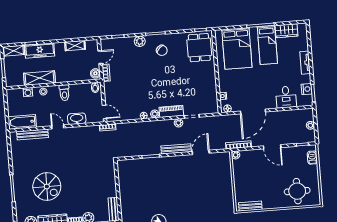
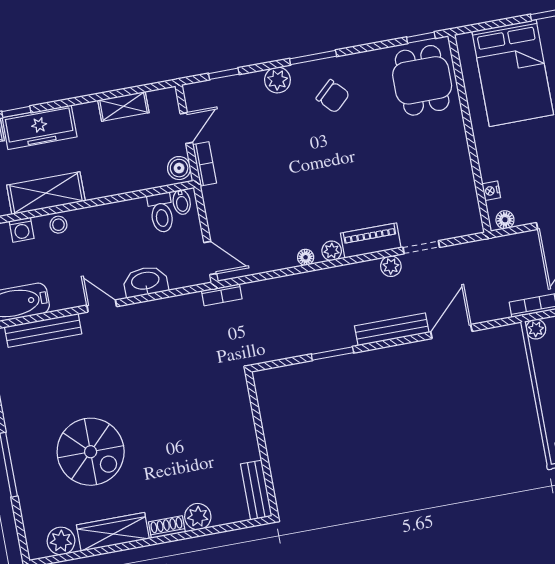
toilet: (64, 93) -> (161, 213), moved

